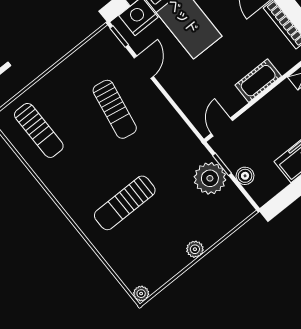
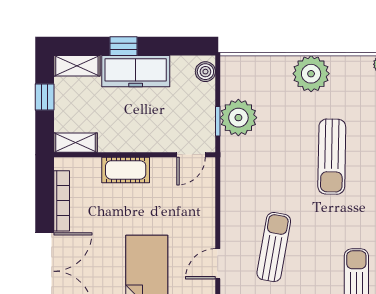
boiler: (245, 176) -> (205, 72), moved
sun lounger: (125, 203) -> (332, 157), turned 91
plant: (195, 249) -> (311, 74), width x1.87, depth x1.87

